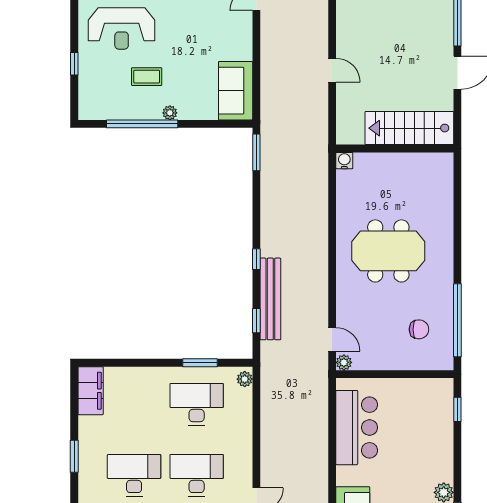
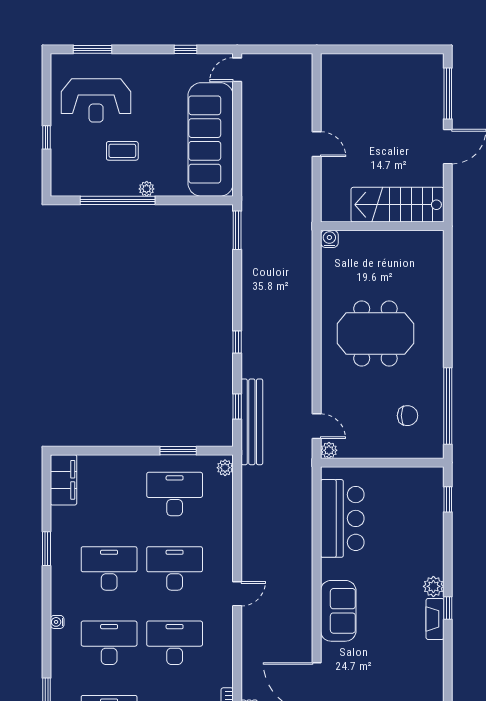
sofa: (236, 91) -> (211, 139), width x1.85, depth x1.27
bench: (270, 299) -> (252, 422), moved

